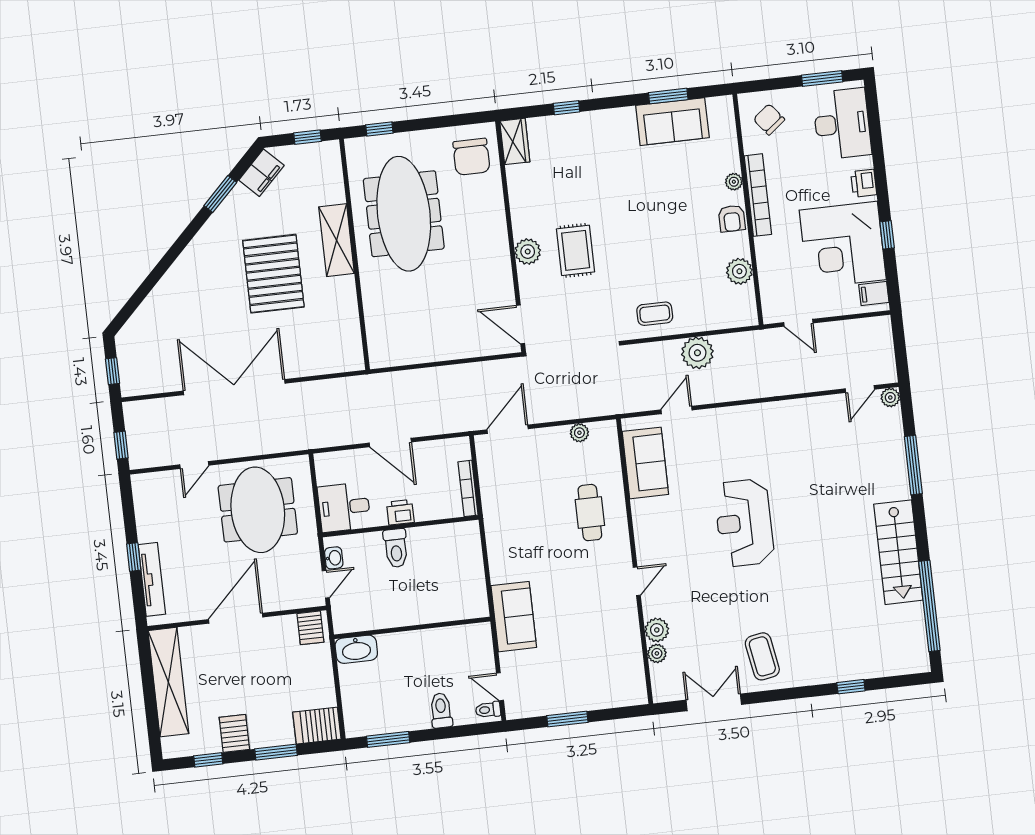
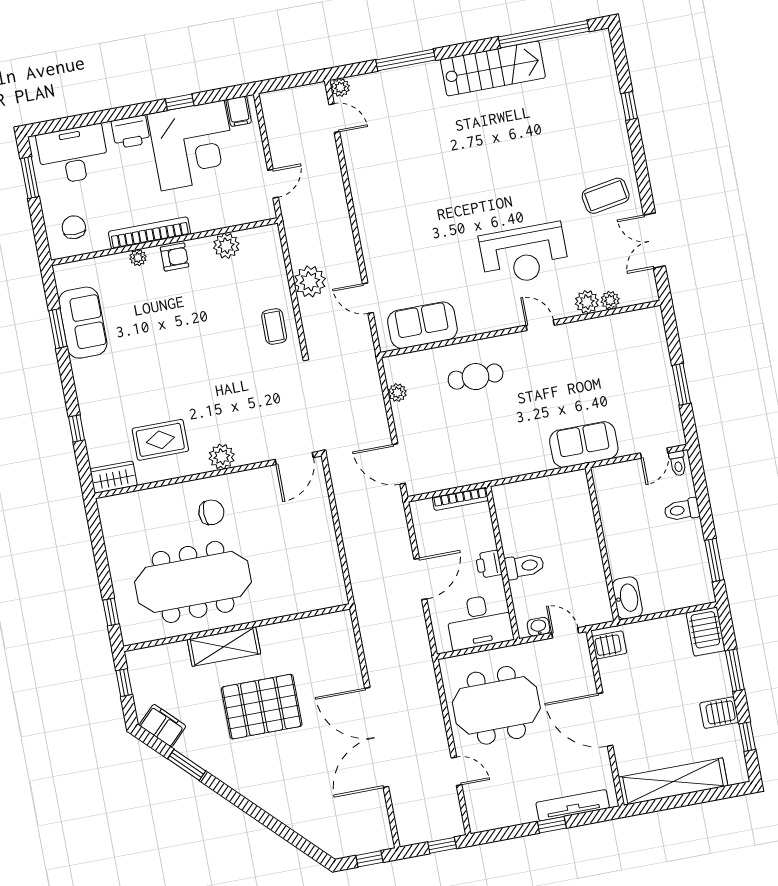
chair: (769, 119) -> (74, 227), turned 128
chair: (471, 157) -> (211, 512), moved, width x0.73, depth x0.73
printer: (864, 183) -> (131, 132), width x1.36, depth x1.24
rug: (576, 250) -> (160, 440), moved
desk: (344, 507) -> (479, 622), width x1.37
reception desk: (744, 523) -> (524, 254), moved

